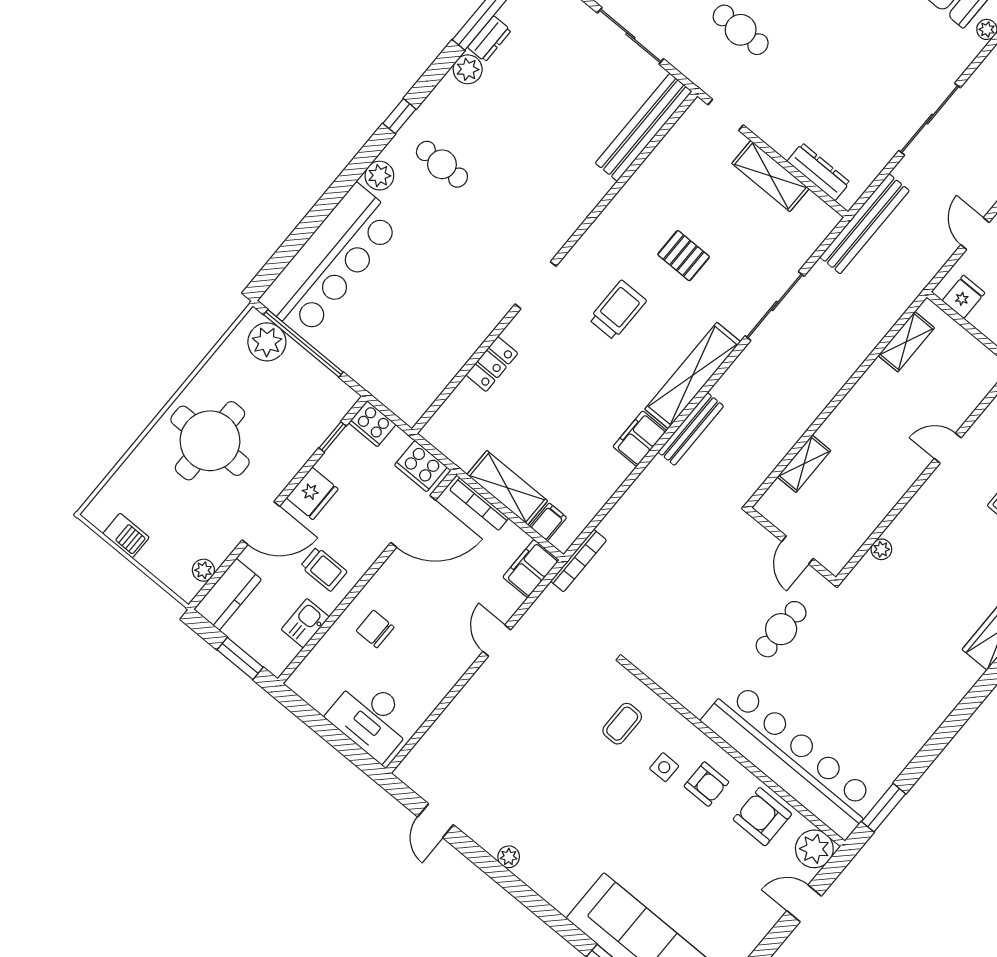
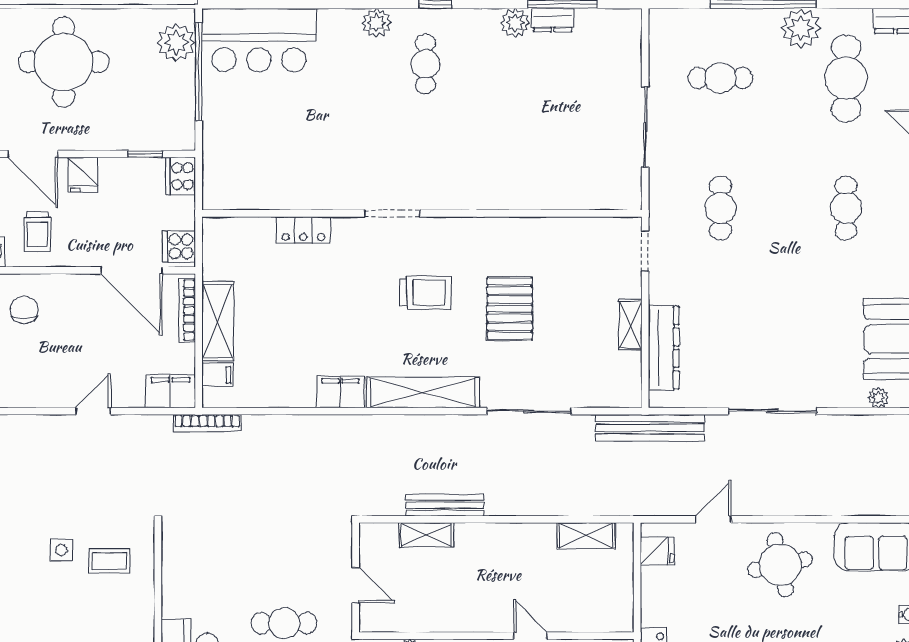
bench: (644, 127) -> (583, 196), removed
dresser: (818, 172) -> (664, 348), width x1.37, depth x1.24
shelving: (770, 176) -> (631, 325), width x0.67, depth x0.75
pallet: (684, 256) -> (510, 309), width x1.50, depth x1.42
bar counter: (331, 261) -> (259, 40), width x0.73
bench: (691, 429) -> (445, 505), moved
cooker: (421, 466) -> (179, 246), width x0.73
fridge: (312, 493) -> (83, 175), width x0.72
door: (798, 550) -> (356, 585), swing flipped
side table: (664, 767) -> (61, 550), moved

